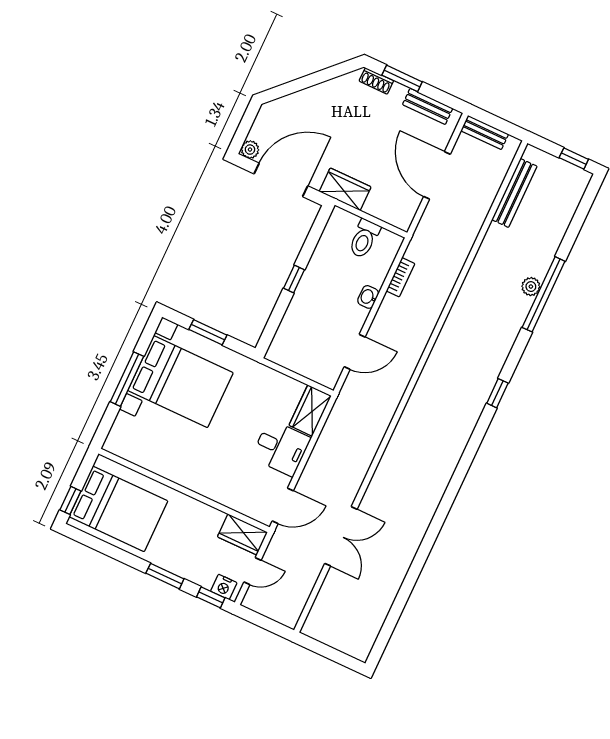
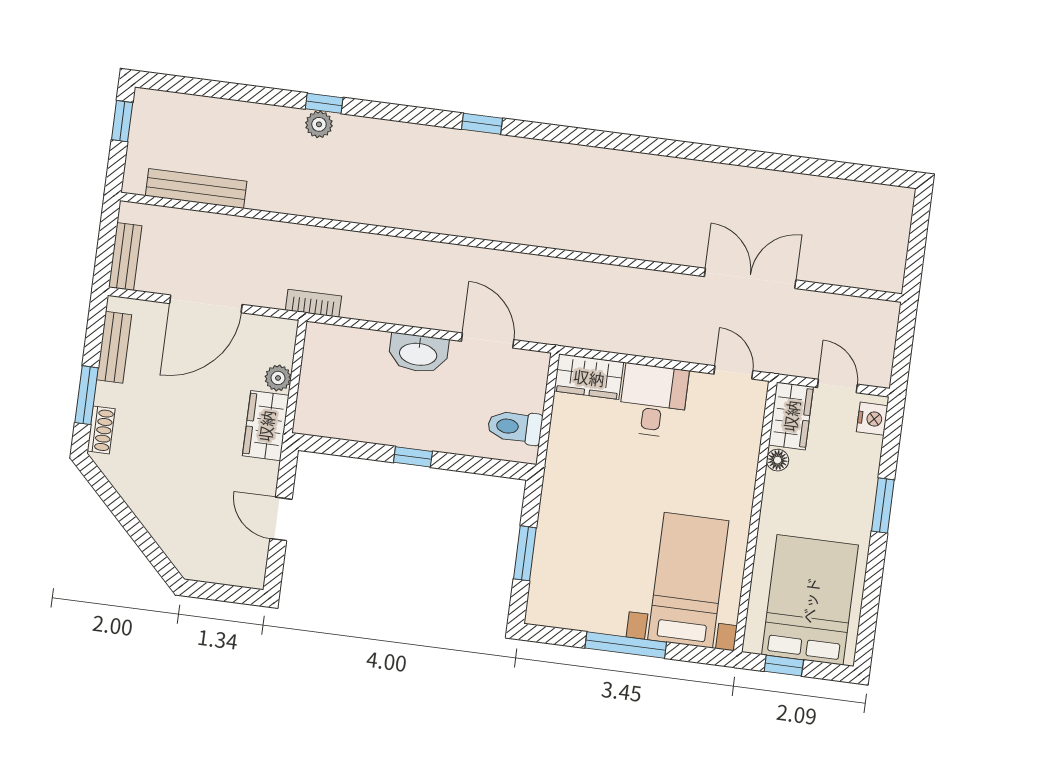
plant: (250, 150) -> (278, 378), moved
door: (281, 180) -> (281, 519), width x0.53
toilet: (364, 239) -> (515, 427), moved, turned 180
bookcase: (401, 277) -> (313, 303), moved
window: (544, 294) -> (324, 103), width x0.32
washbasin: (368, 297) -> (418, 353), width x1.91, depth x1.45
bed with nightstands: (181, 382) -> (688, 580), moved, width x0.73
window: (70, 500) -> (784, 666), moved
door: (283, 506) -> (733, 372), width x0.73
floor lamp: (216, 517) -> (778, 460), added
window: (211, 597) -> (892, 432), removed

